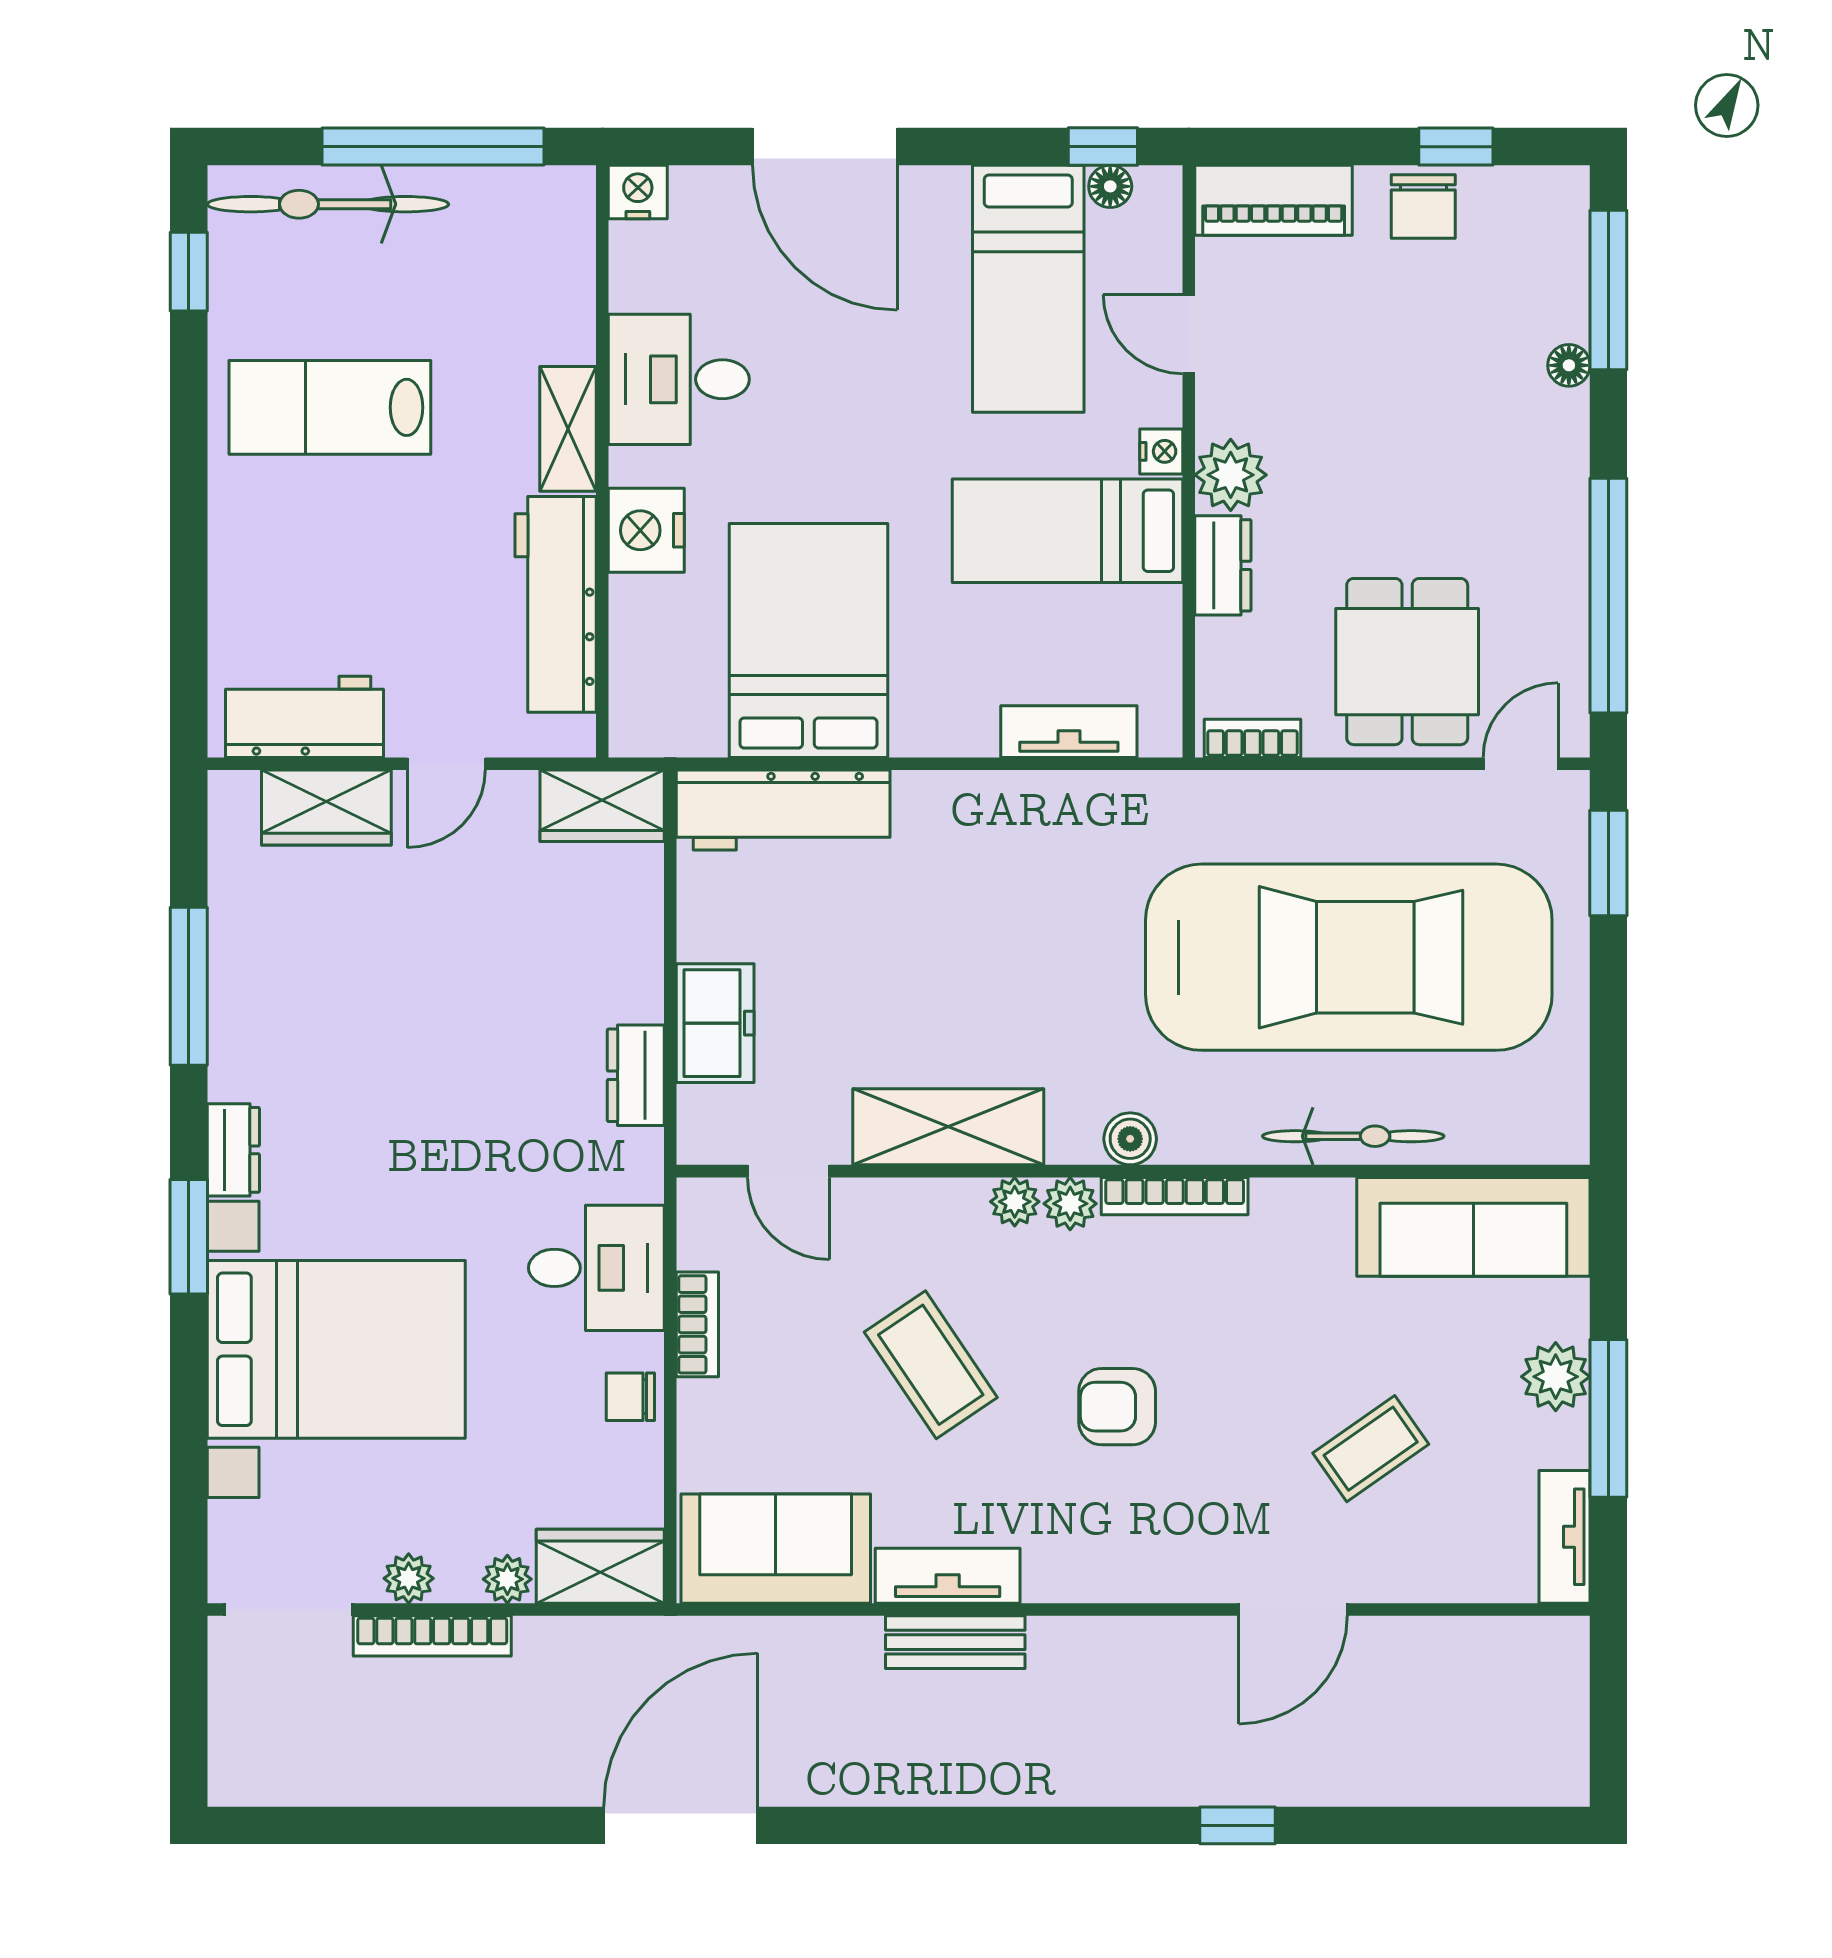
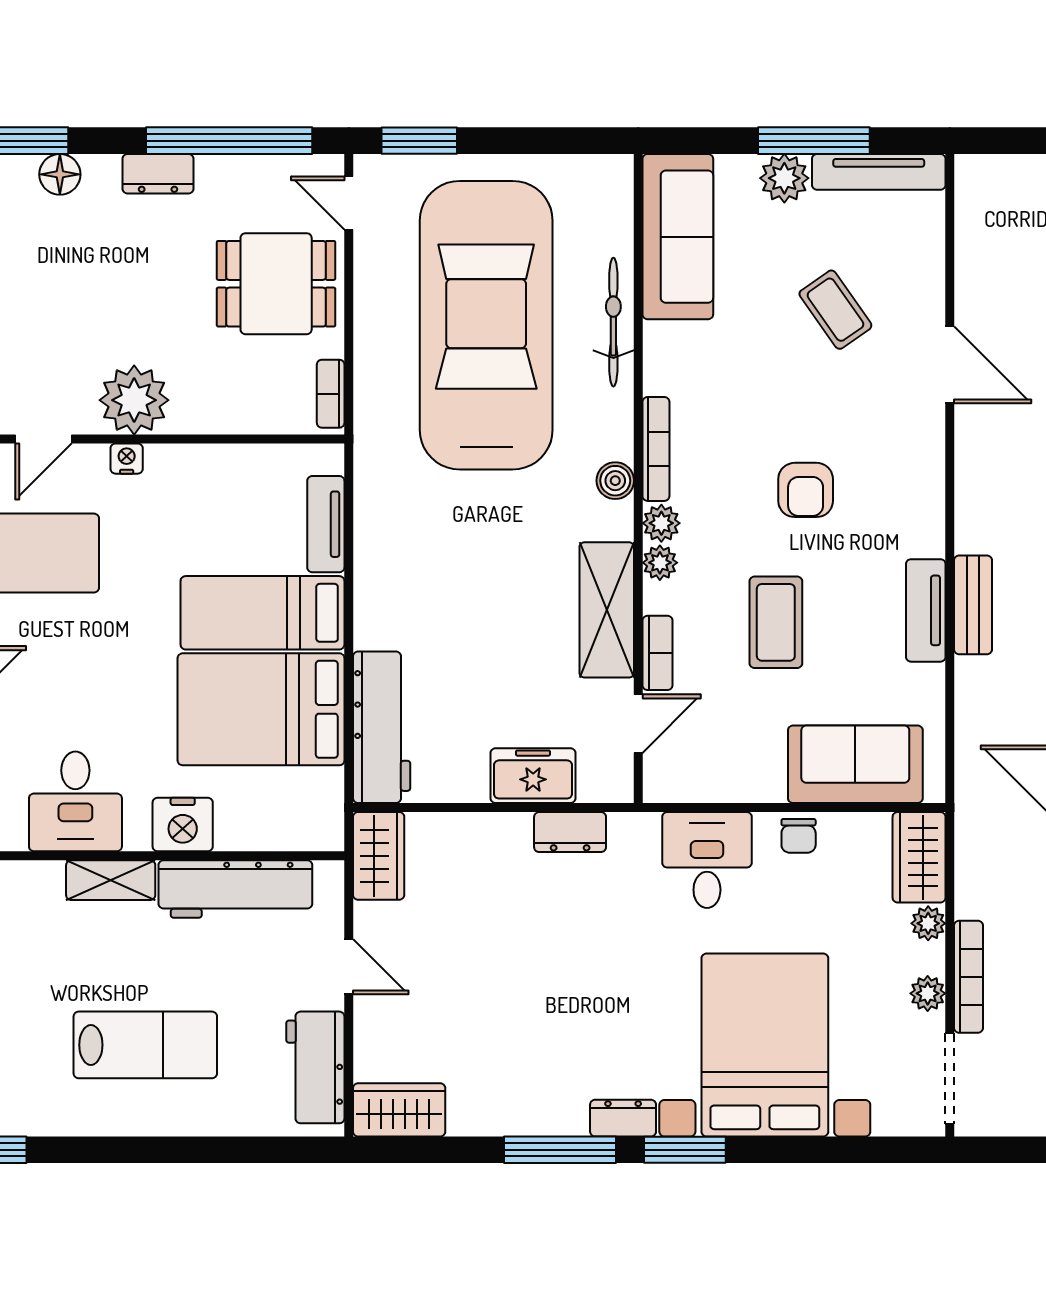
floor lamp: (1569, 365) -> (60, 174), width x1.37, depth x1.37
lab bench: (330, 407) -> (145, 1045), moved, turned -90
plant: (1231, 475) -> (134, 400), width x1.36, depth x1.36
bed: (1067, 531) -> (262, 613), moved, turned 90
dresser: (1223, 565) -> (158, 174), moved, turned 180
wardrobe: (326, 808) -> (399, 1110), moved, turned -90
window: (189, 986) -> (560, 1150), moved
bookcase: (697, 1324) -> (658, 653), moved, turned 90
coffee table: (931, 1365) -> (776, 622), turned -56
tv unit: (1565, 1537) -> (879, 172), width x1.41
sofa: (776, 1549) -> (855, 764), moved, turned 90

